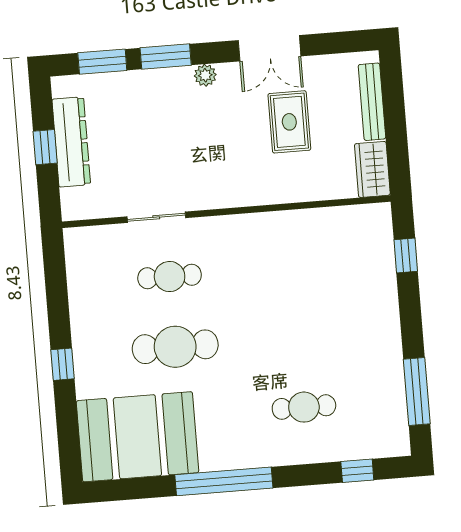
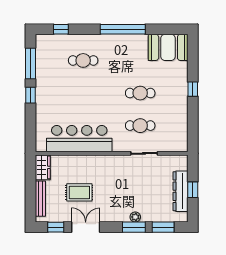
window: (334, 43) -> (56, 227), added
plant: (205, 75) -> (135, 217), moved
rug: (289, 122) -> (79, 192), turned 90
bar counter: (299, 238) -> (79, 139), added
window: (406, 256) -> (31, 95), moved
cafe table: (175, 347) -> (140, 93), width x0.73, depth x0.74
booth: (137, 437) -> (168, 47), width x0.73, depth x0.70

